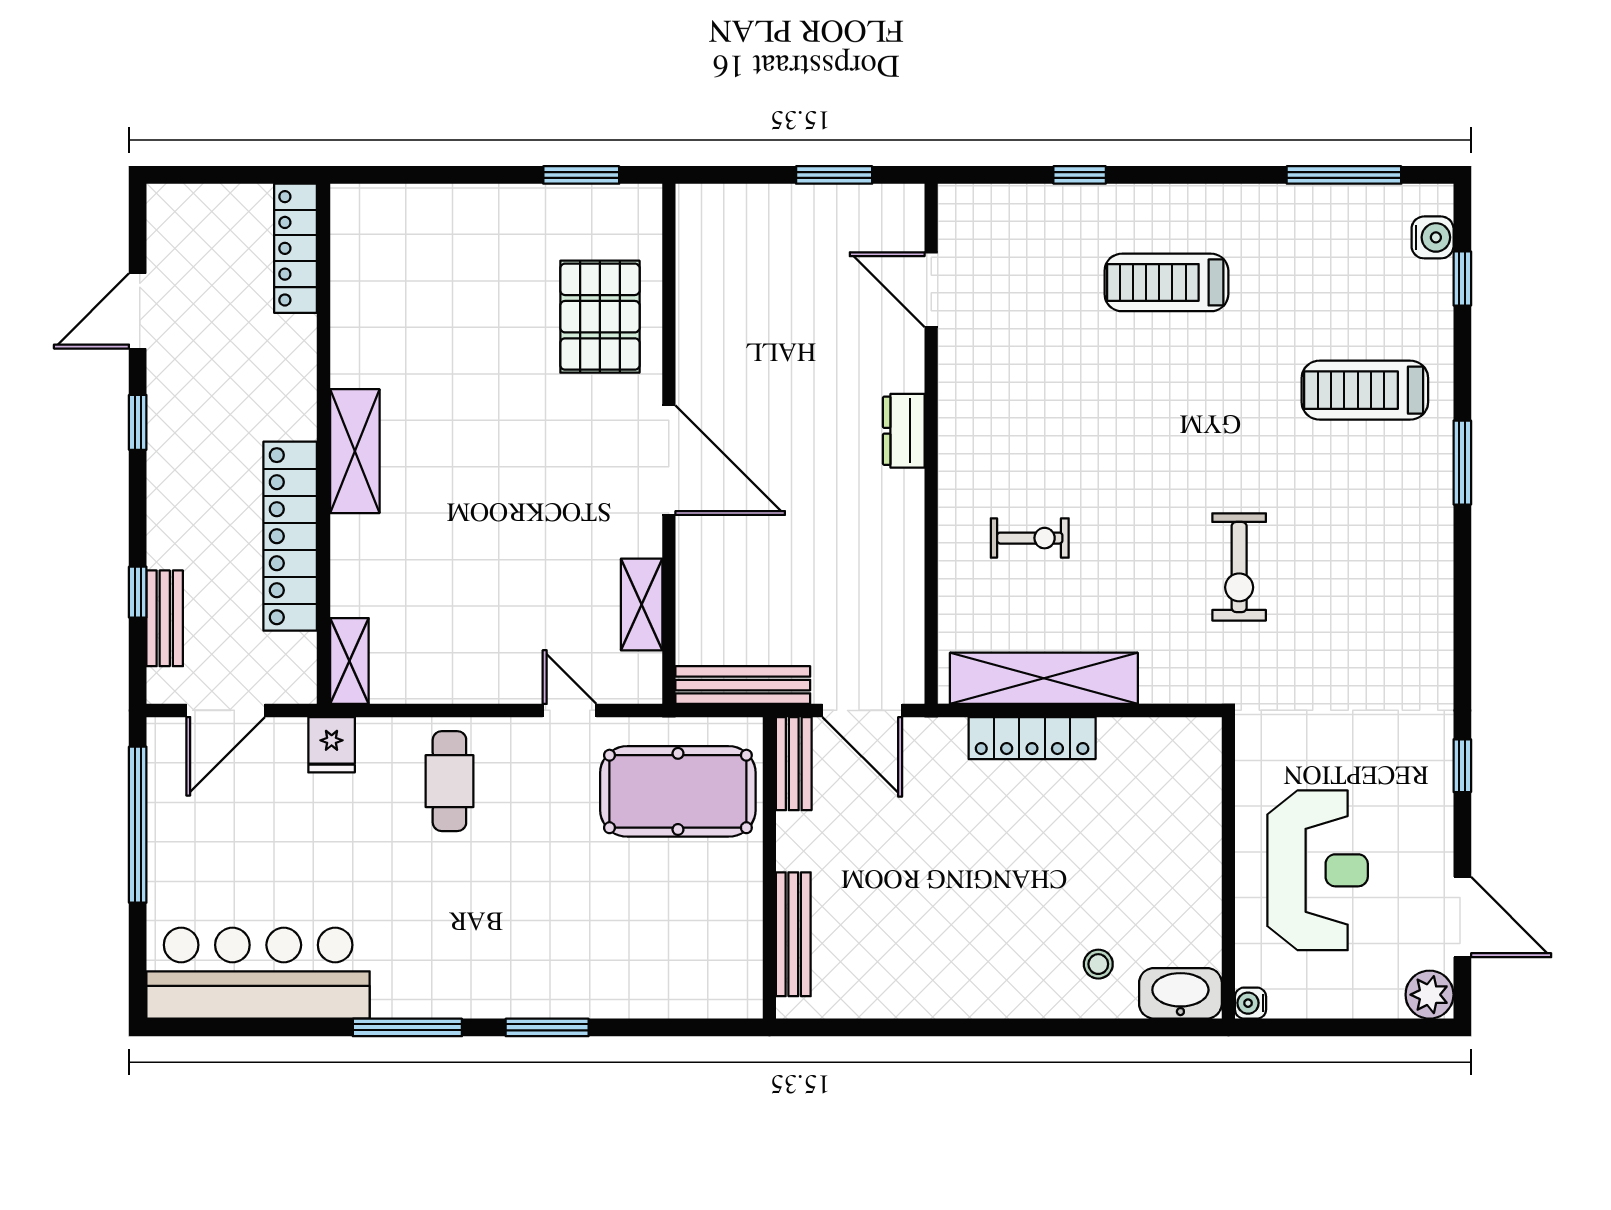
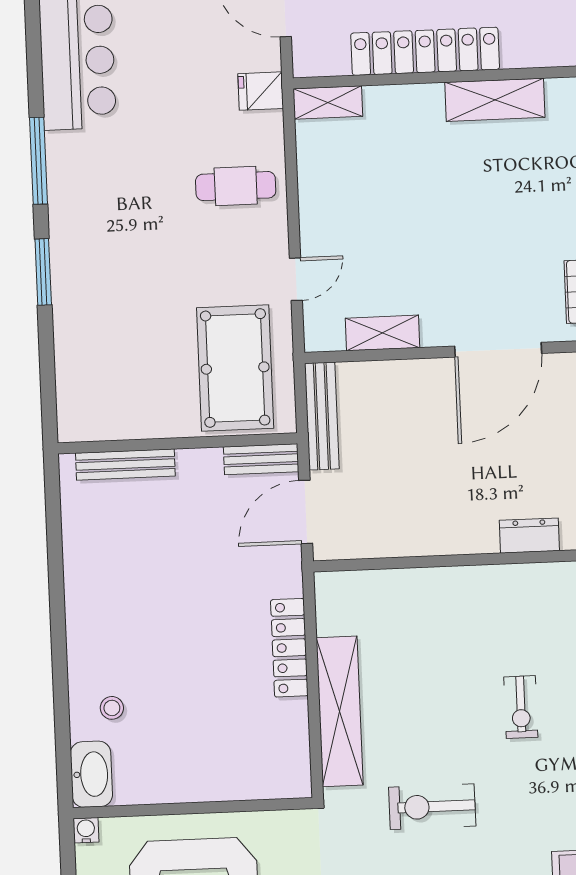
exercise bike: (1030, 538) -> (521, 707), moved
shelving: (1044, 678) -> (340, 711), moved

